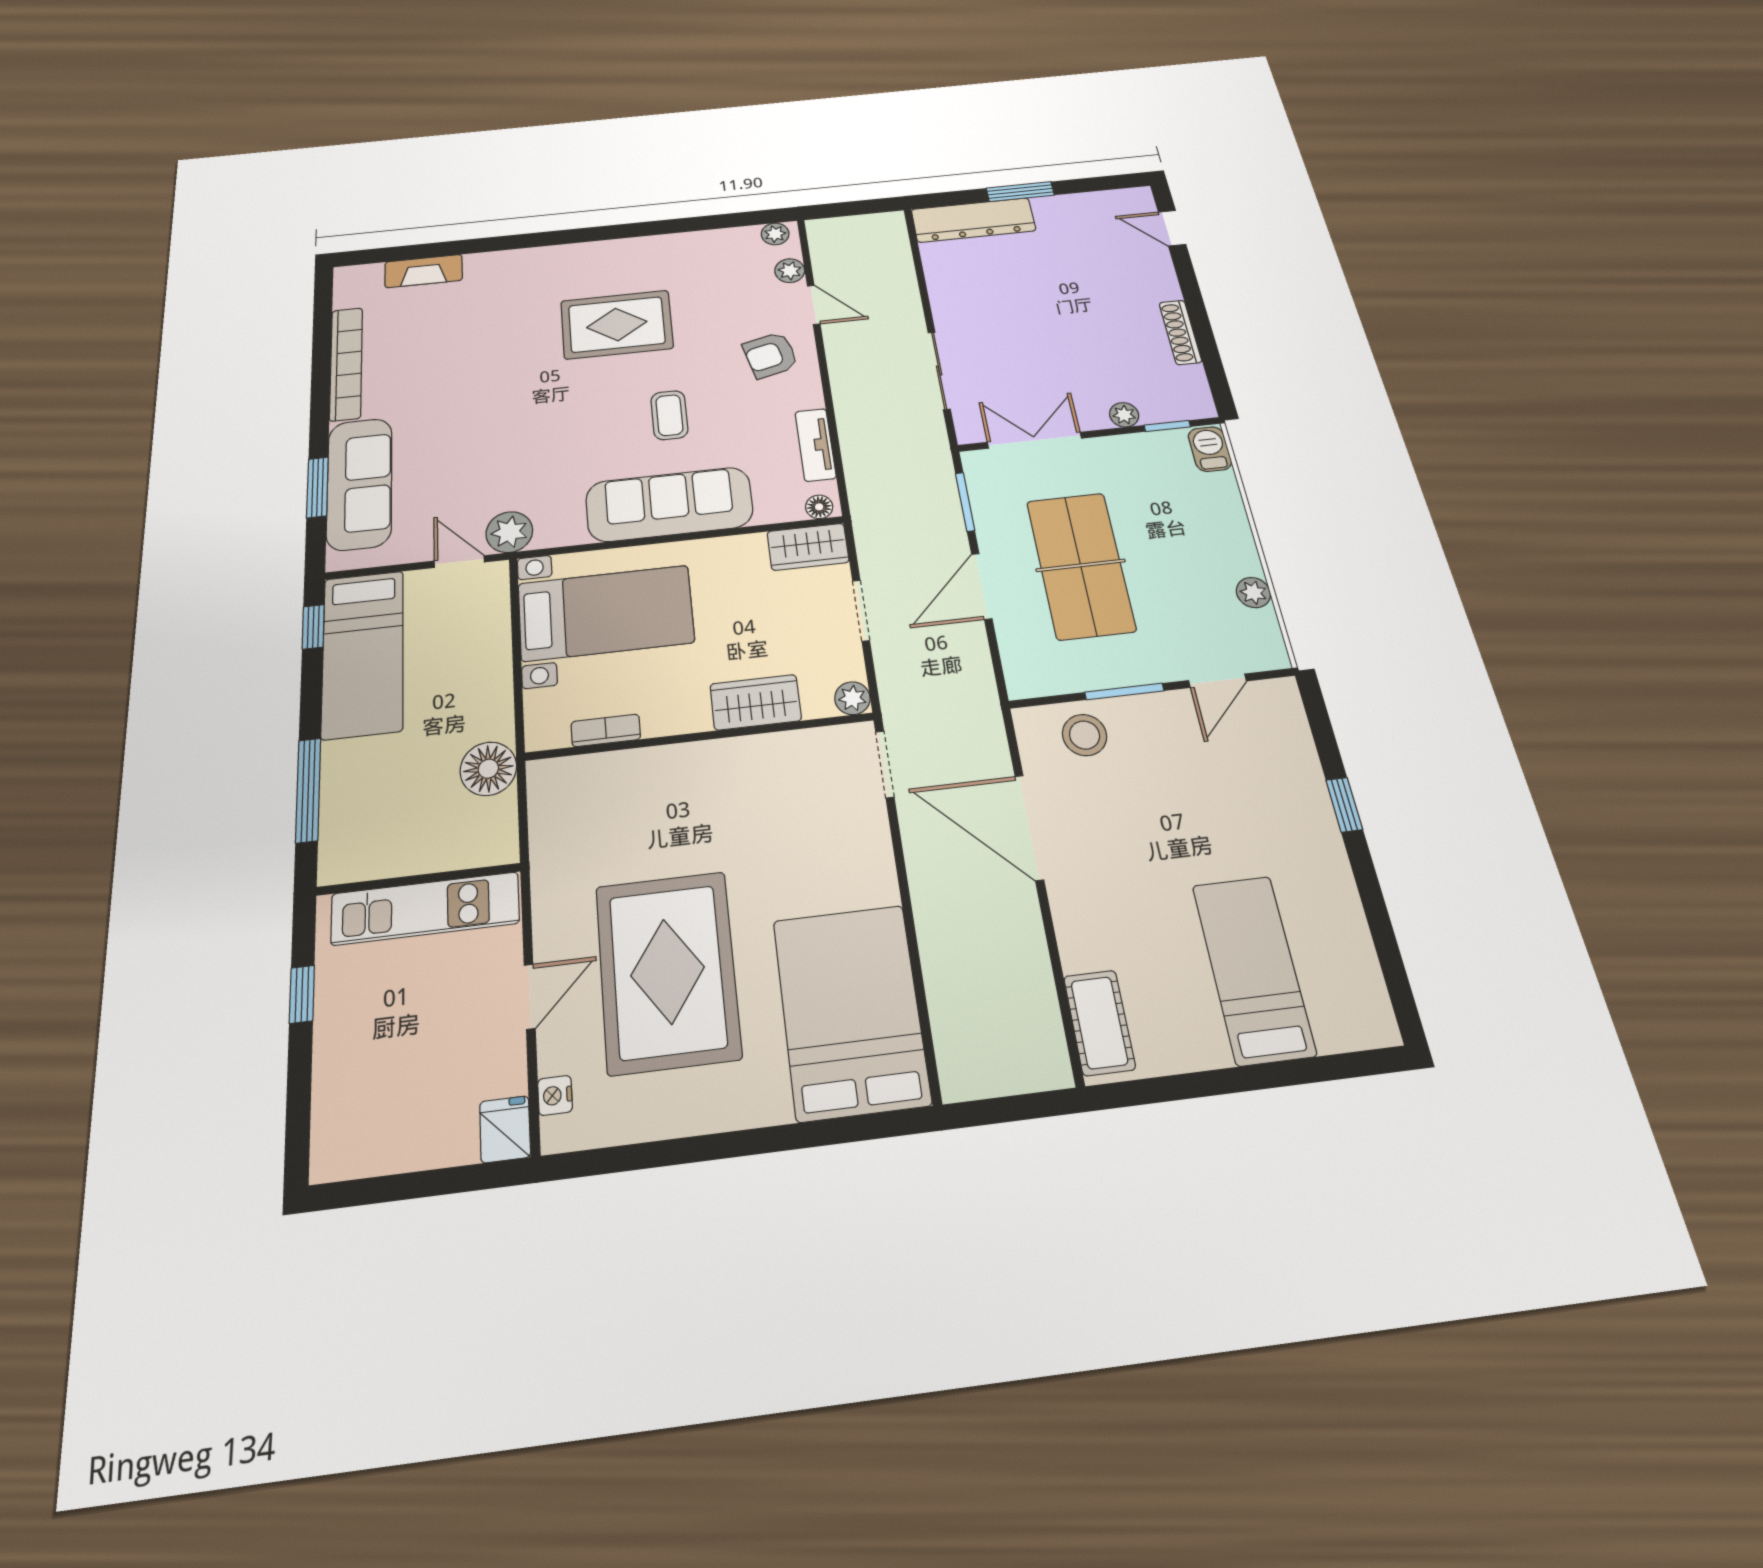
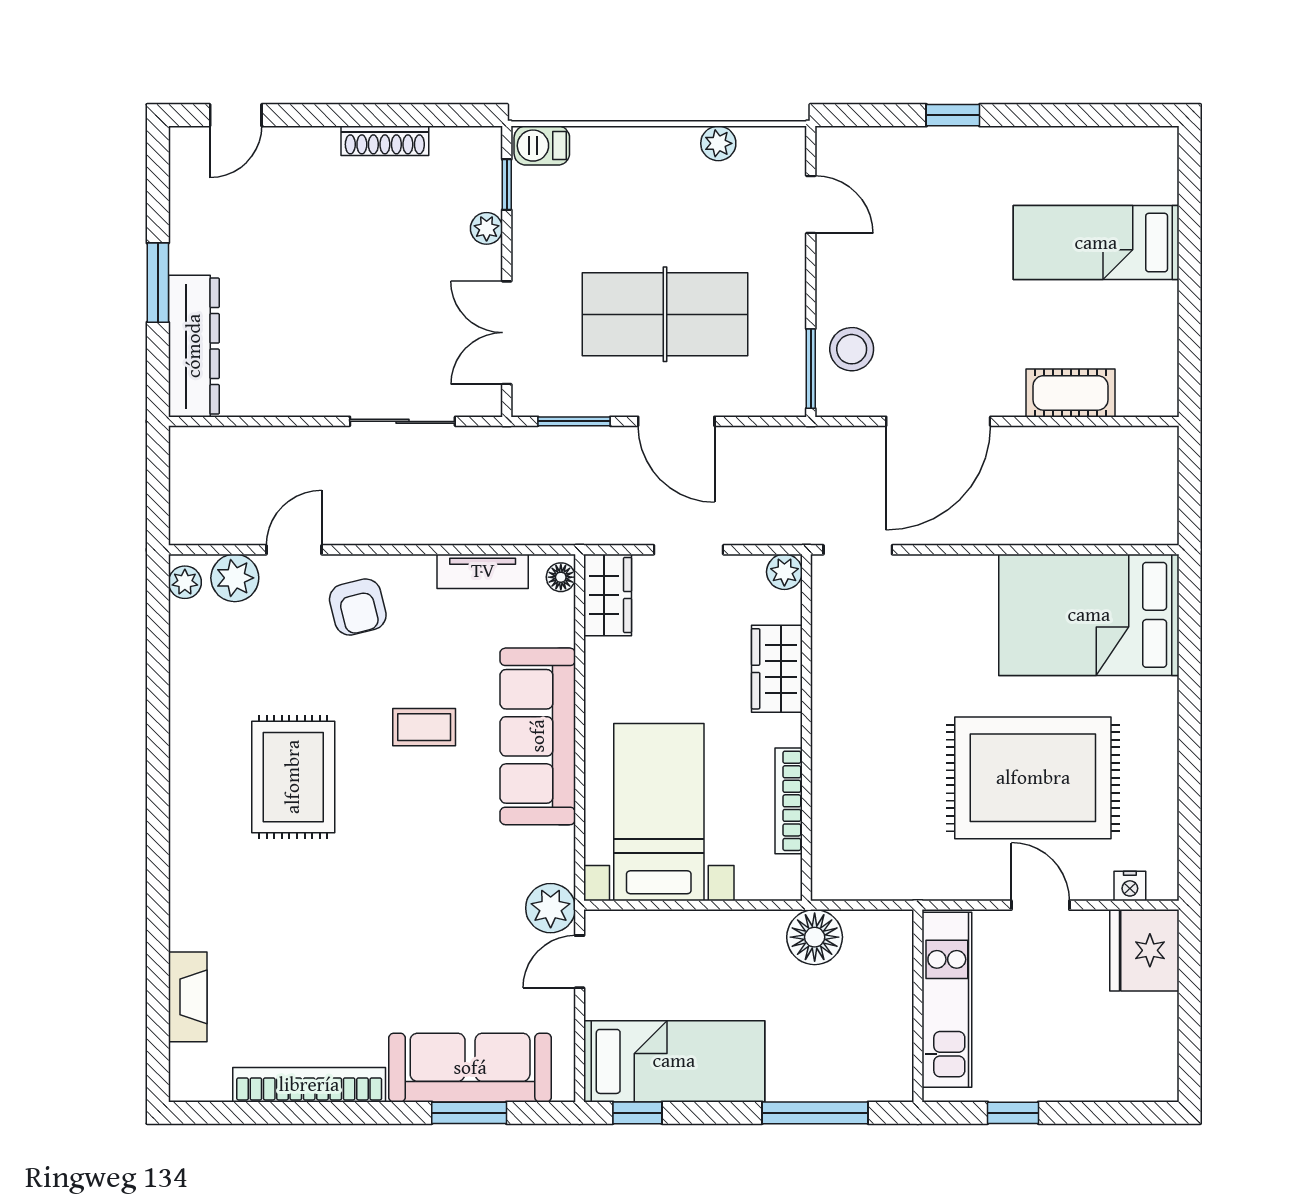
plant: (790, 271) -> (235, 578), width x1.38, depth x1.38
window: (1124, 691) -> (811, 369), moved
bookcase: (606, 730) -> (789, 801), width x1.56
cot: (1099, 1023) -> (1071, 393), moved
fridge: (505, 1129) -> (1144, 950), width x1.88, depth x1.34

